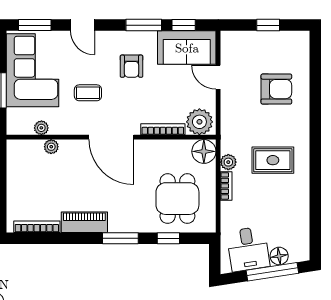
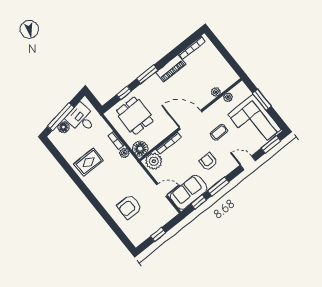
rug: (273, 160) -> (89, 162), moved

